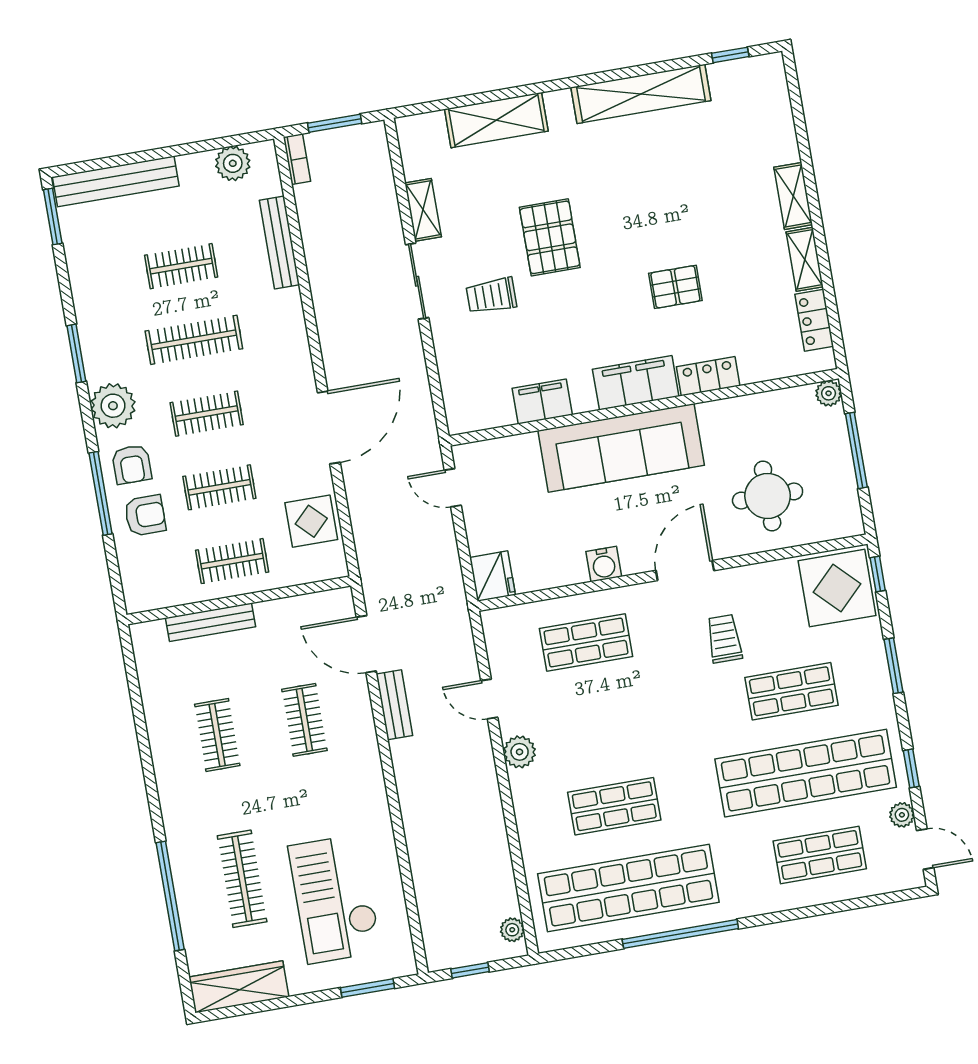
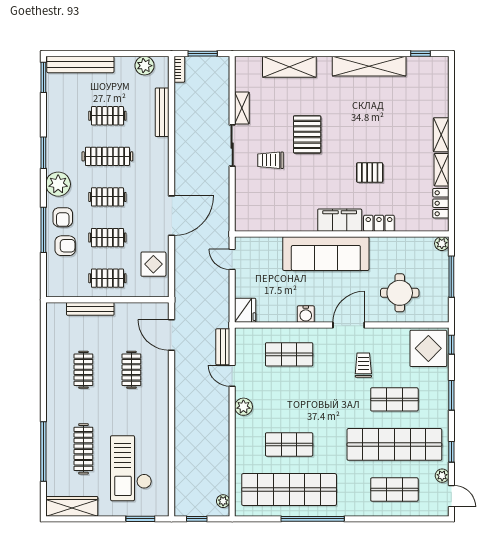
filing cabinet: (542, 402) -> (288, 222), removed
bench: (394, 705) -> (223, 347), moved

